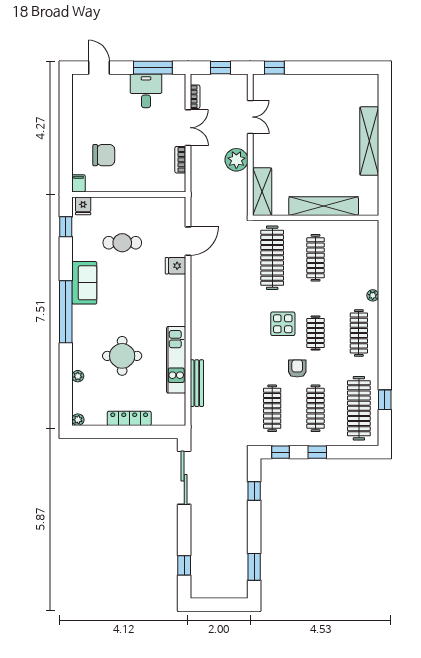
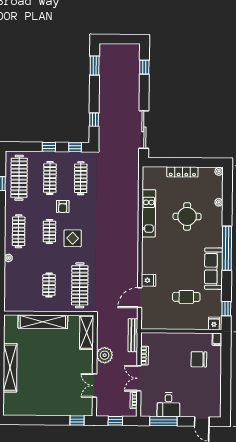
clothes rail: (316, 258) -> (49, 285), width x0.73
sofa: (84, 283) -> (213, 269), width x1.36
bench: (197, 383) -> (133, 335), moved

